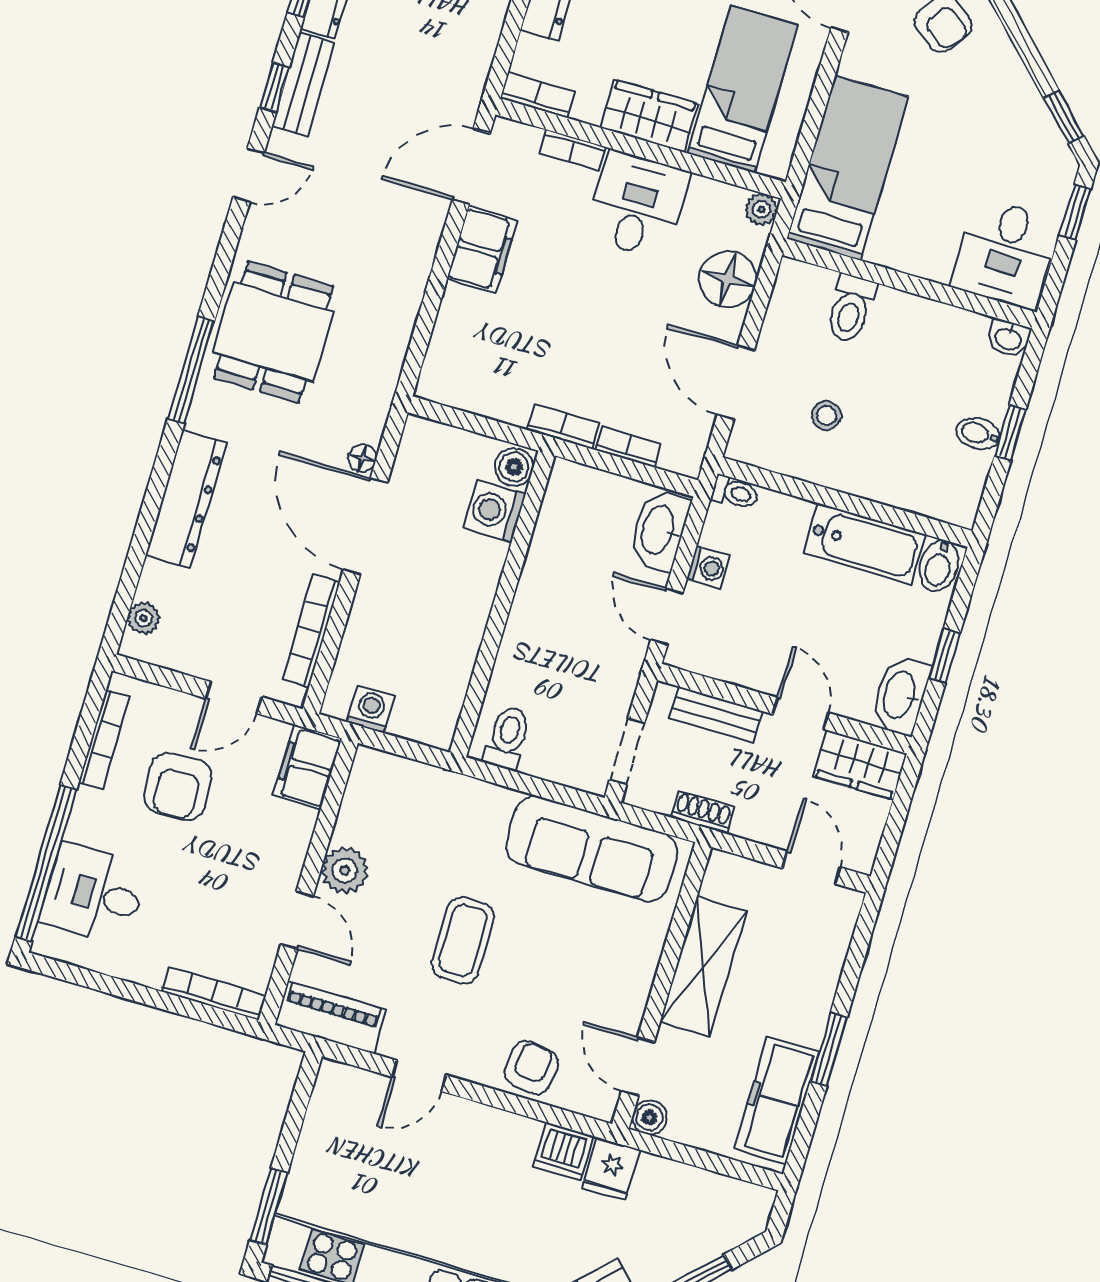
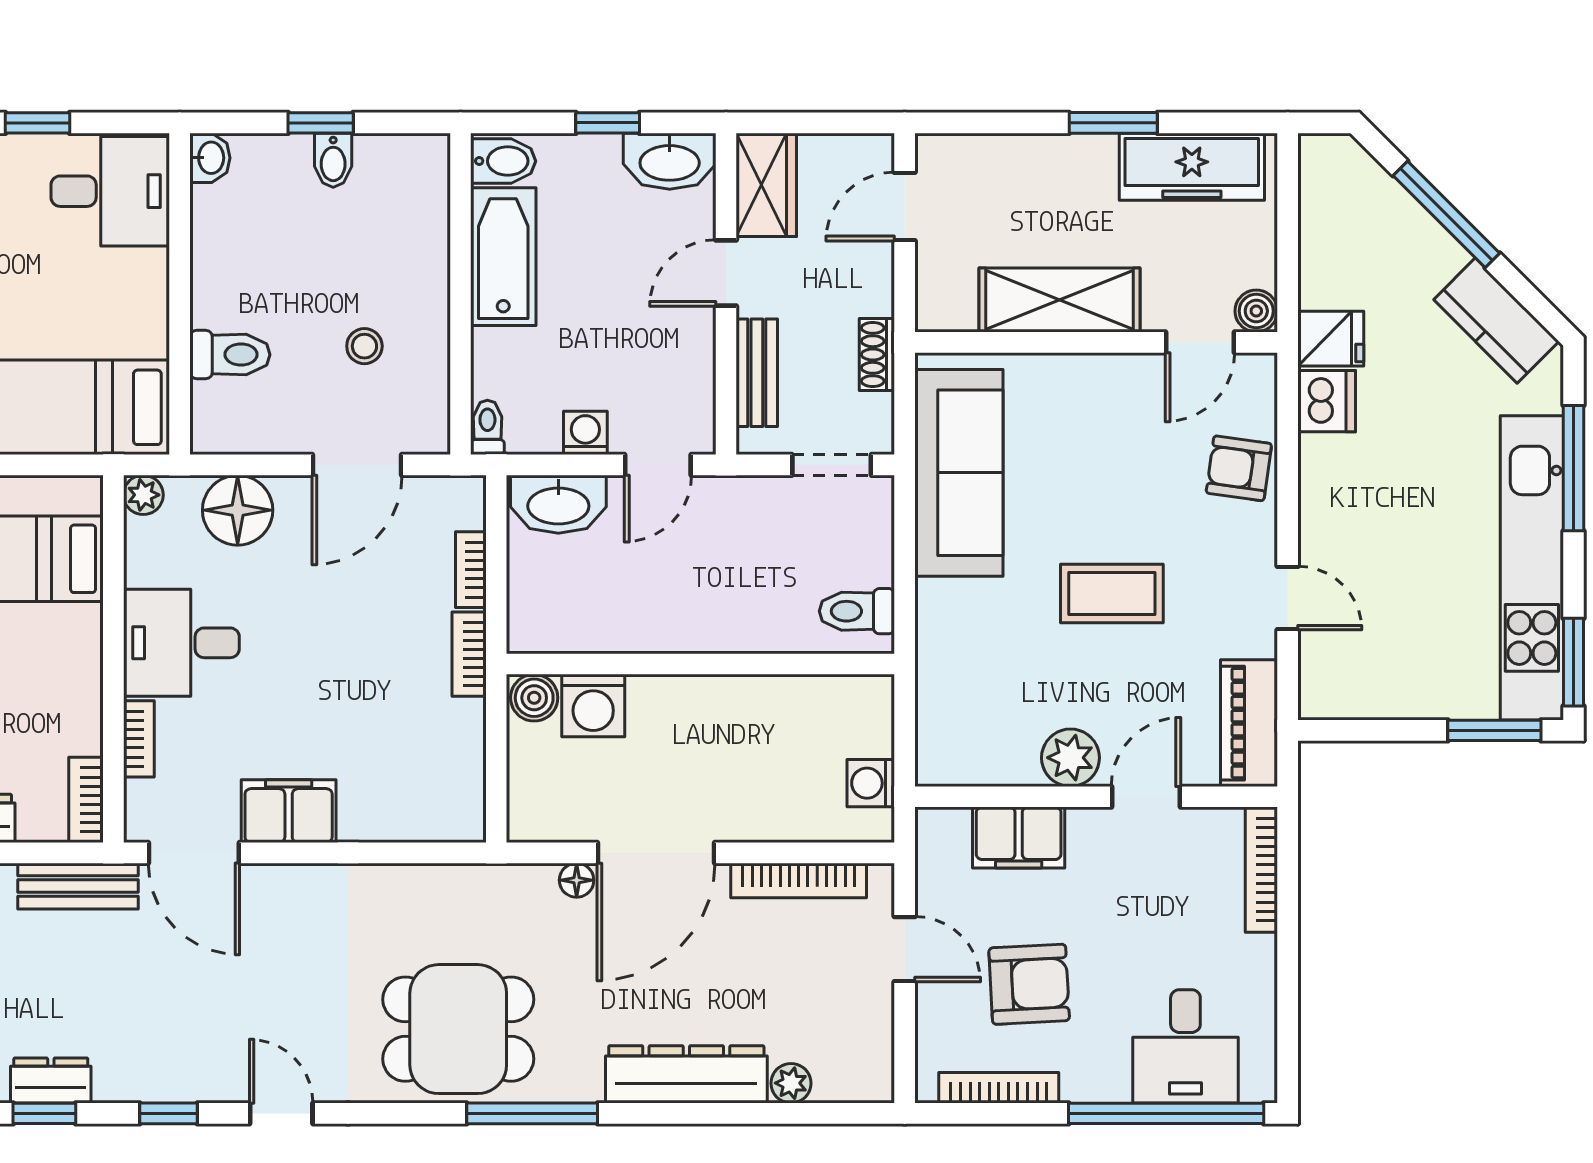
bench: (303, 84) -> (78, 886), moved
wardrobe: (649, 116) -> (72, 660), removed
plant: (144, 618) -> (791, 1083), moved
filing cabinet: (308, 767) -> (1019, 838), moved

